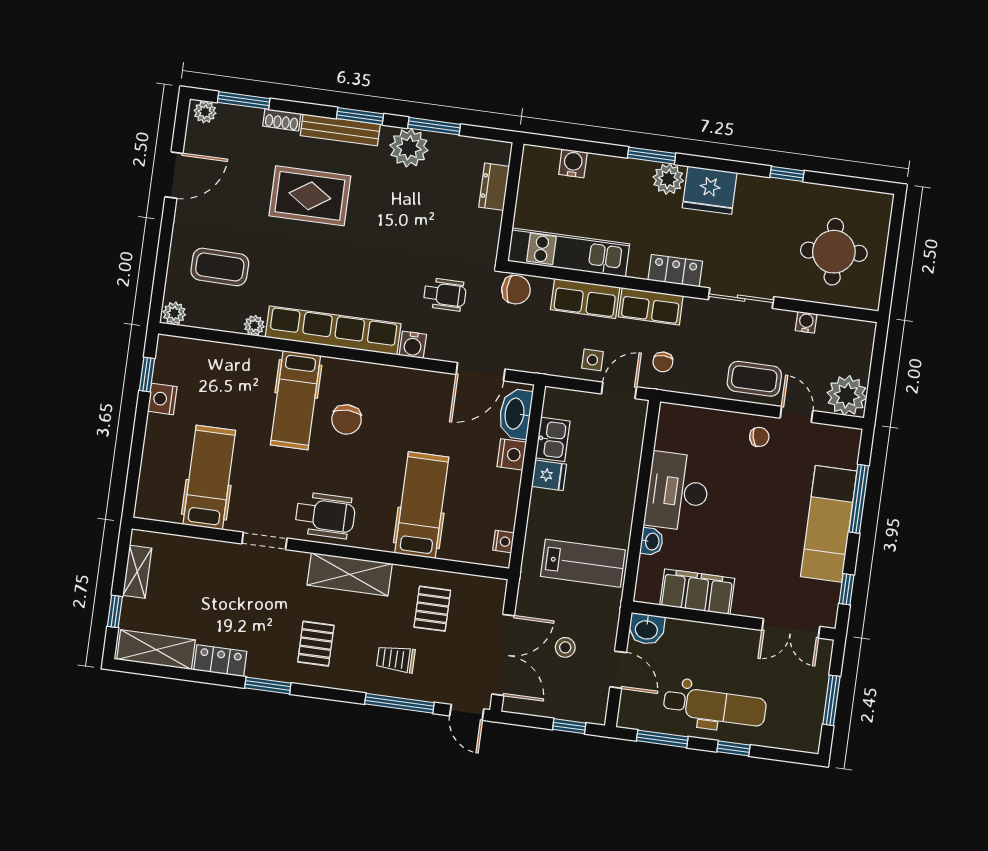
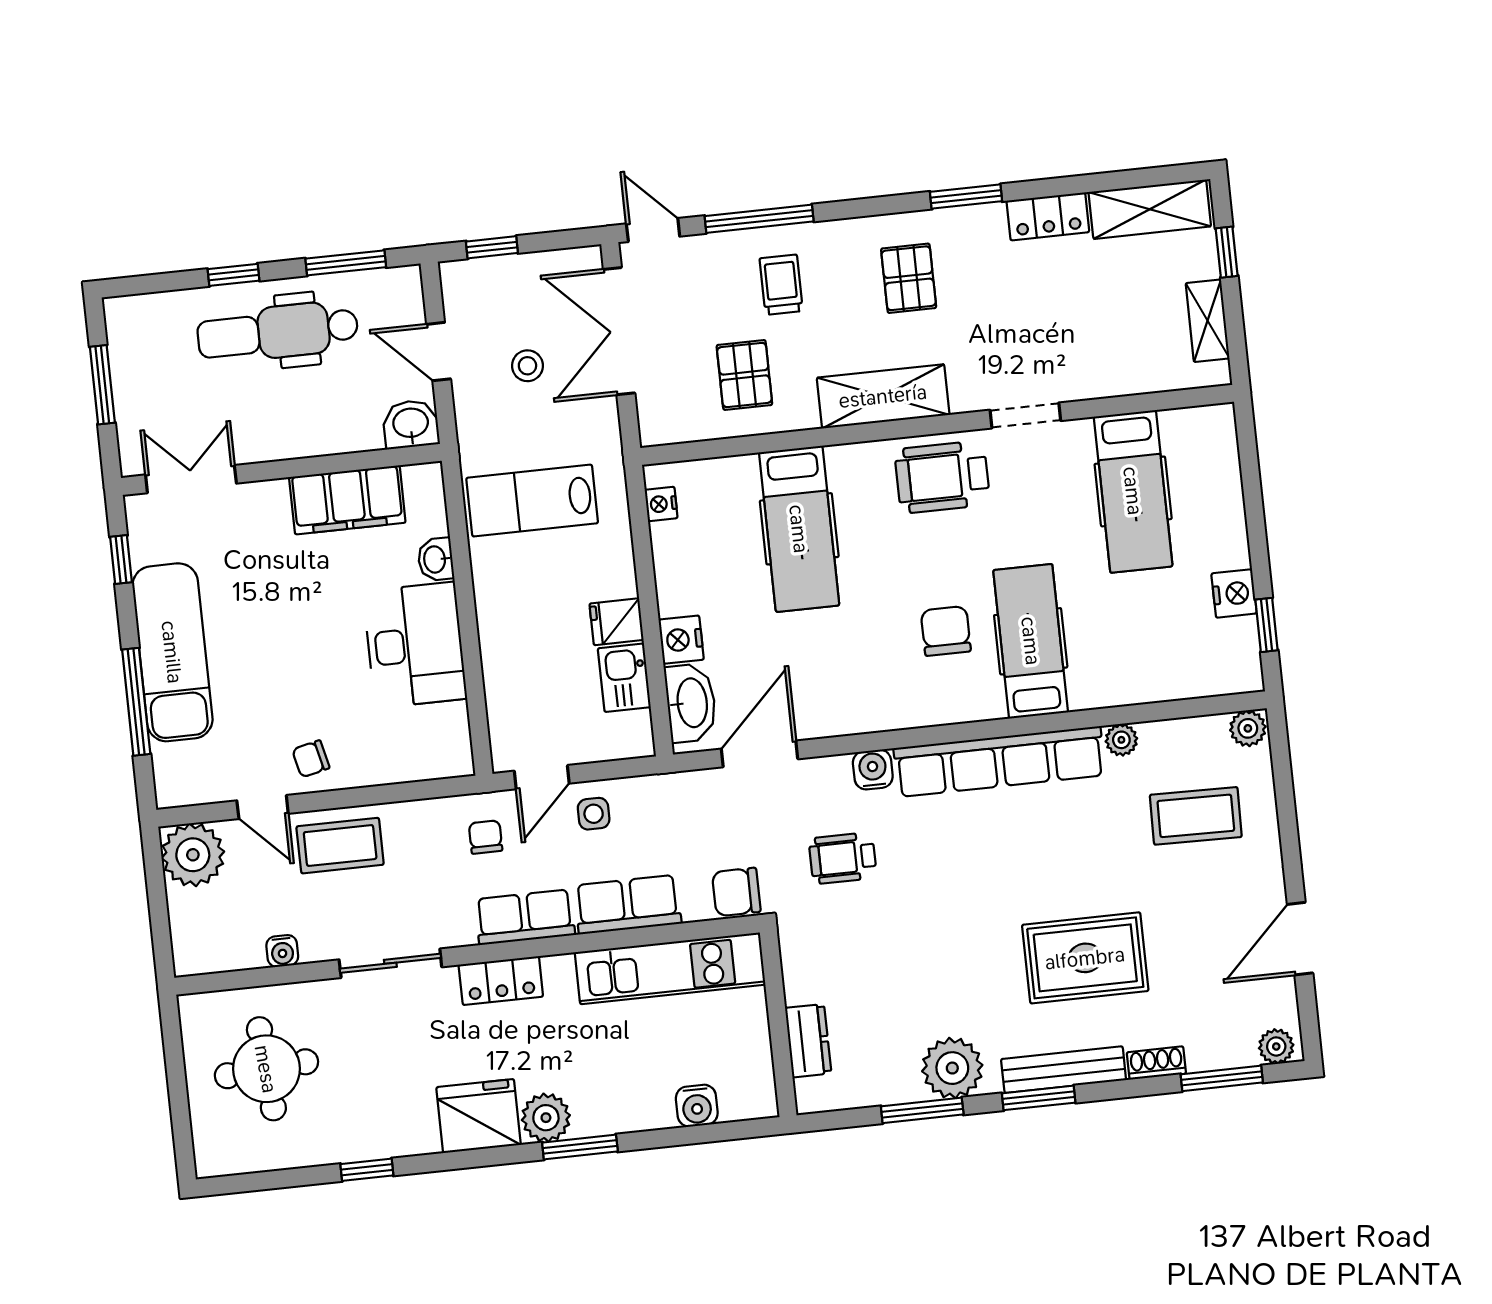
trolley: (396, 659) -> (781, 285), turned -90

